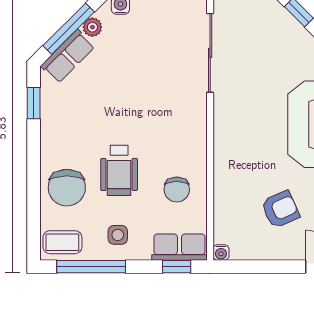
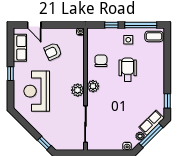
plant: (227, 126) -> (78, 90), added
plant: (194, 135) -> (93, 86), added
chair: (67, 188) -> (152, 62), removed
row of seats: (179, 247) -> (100, 34), removed
window: (177, 267) -> (111, 25), moved

